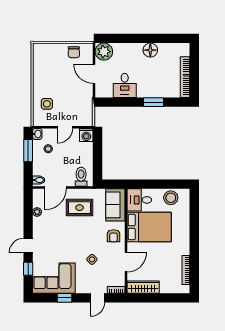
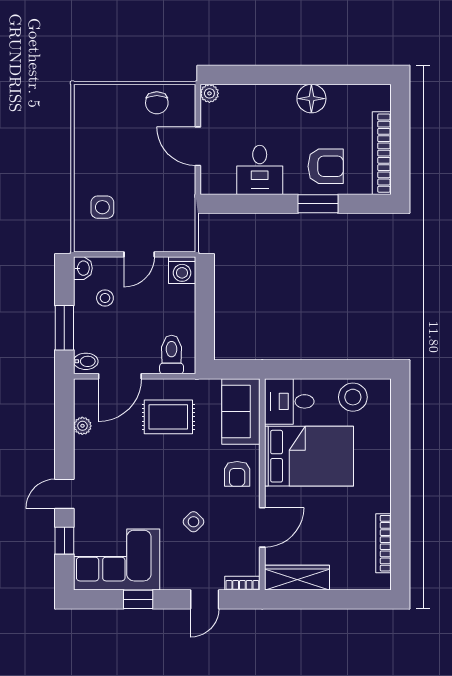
plant: (104, 52) -> (209, 93), width x0.53, depth x0.53
armchair: (157, 84) -> (326, 166), added
window: (28, 151) -> (64, 328), moved

